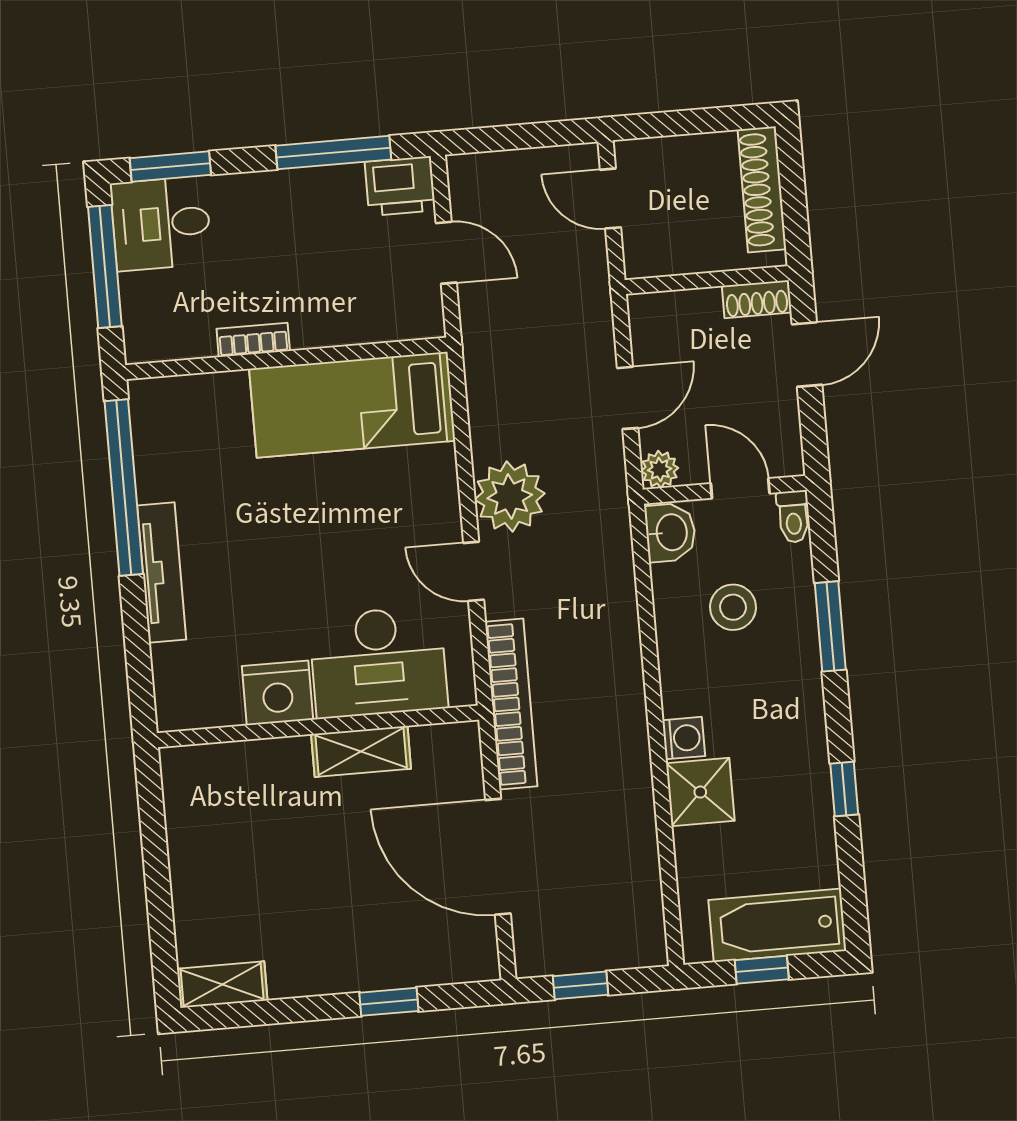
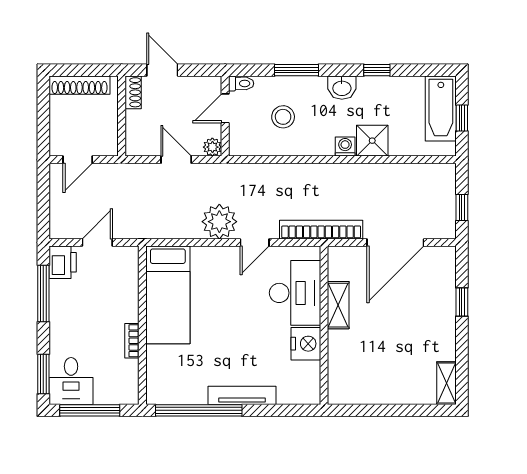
washbasin: (670, 532) -> (342, 88), moved, turned 180

